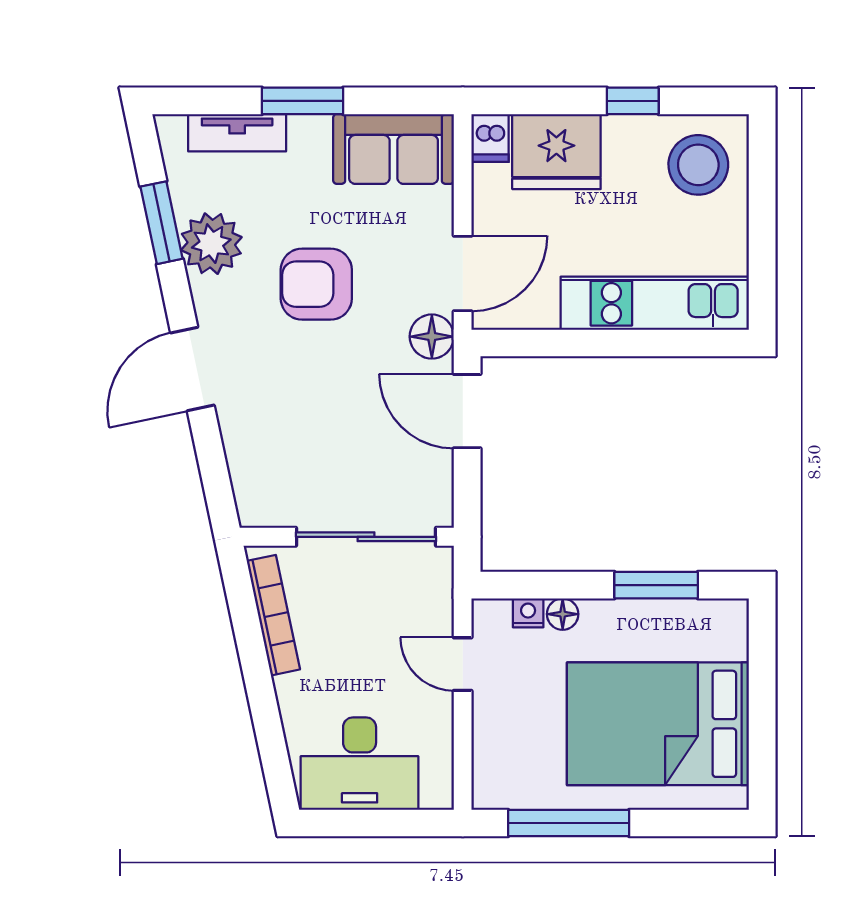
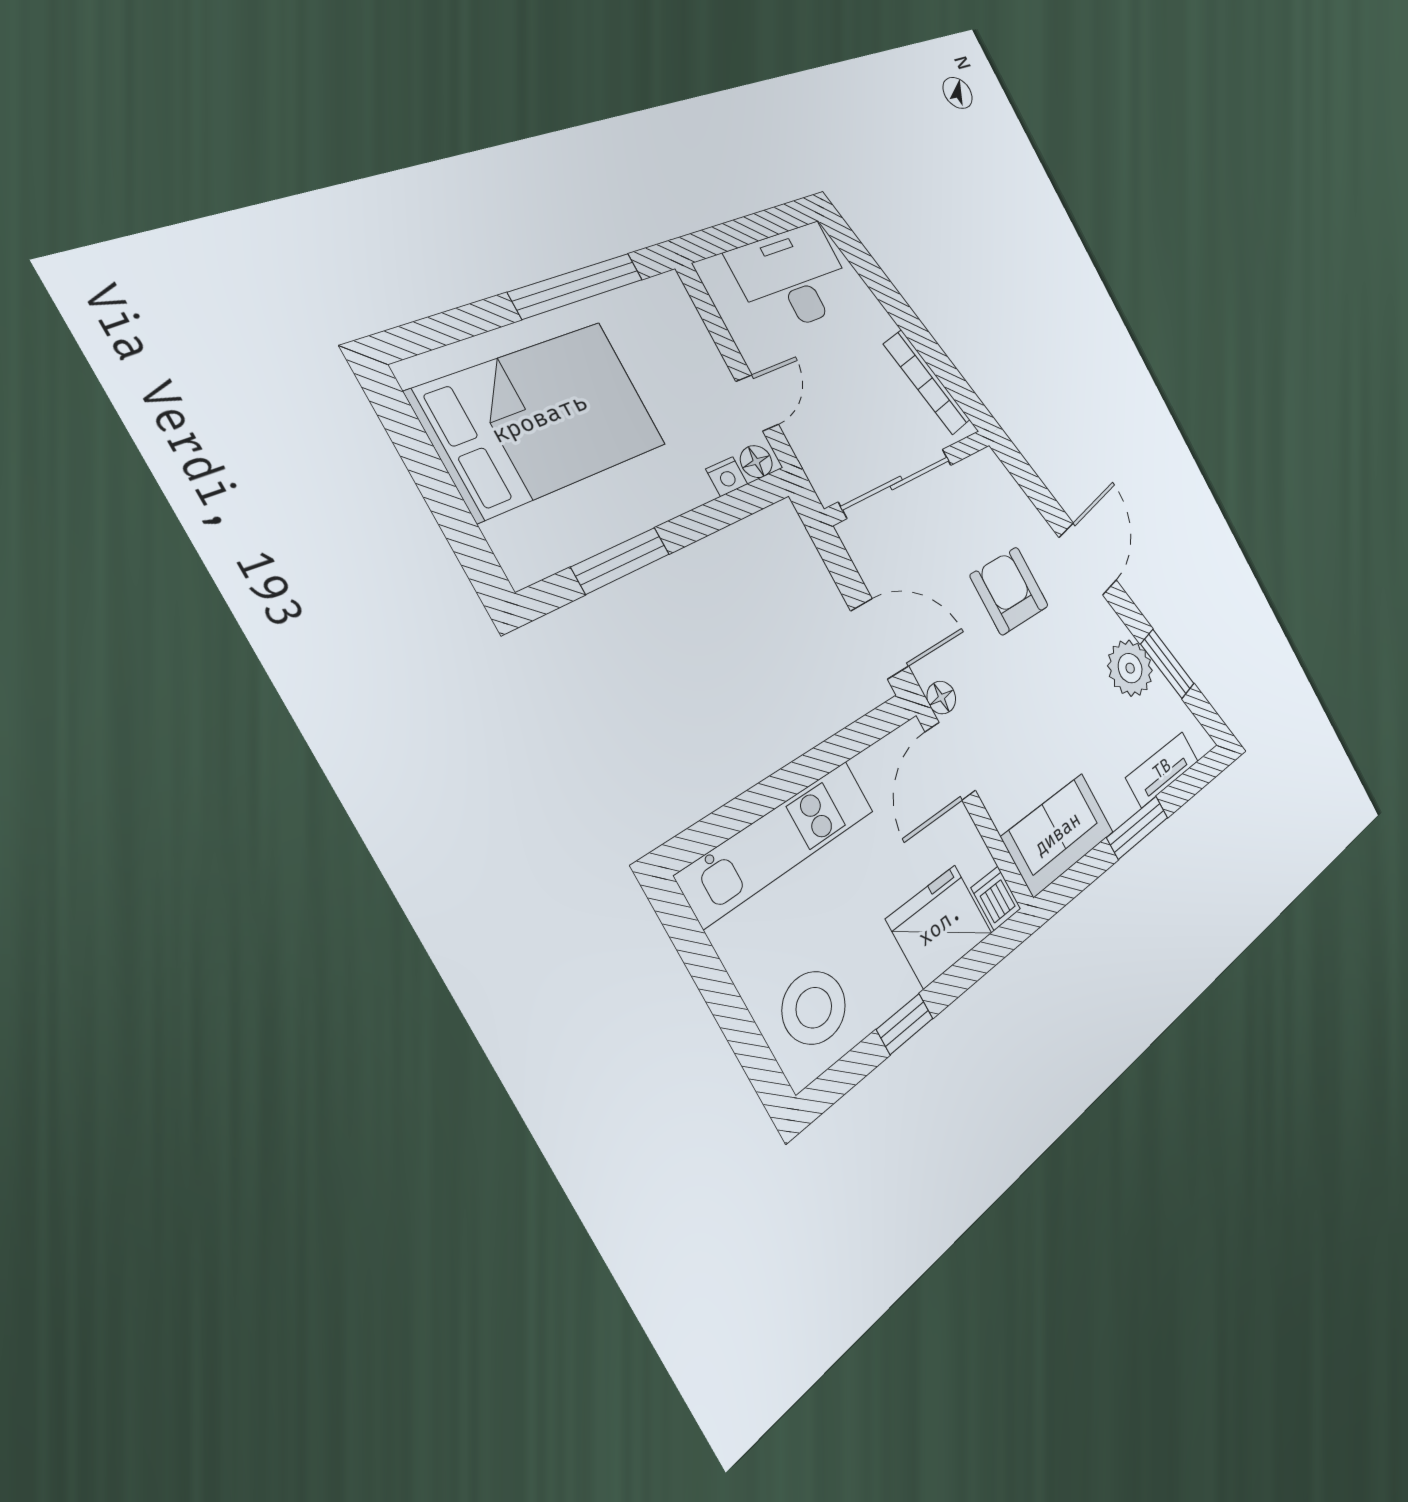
armchair: (316, 284) -> (1009, 591), moved, turned -90
floor lamp: (432, 337) -> (941, 698), width x0.73, depth x0.73
floor lamp: (563, 614) -> (756, 462), moved
door: (463, 664) -> (757, 403), hinge flipped

